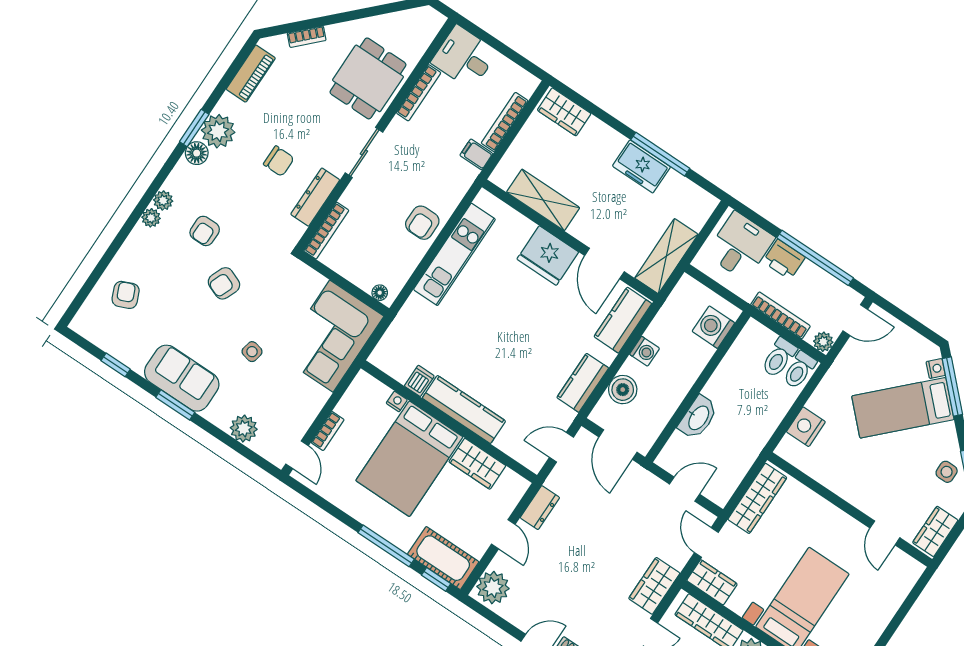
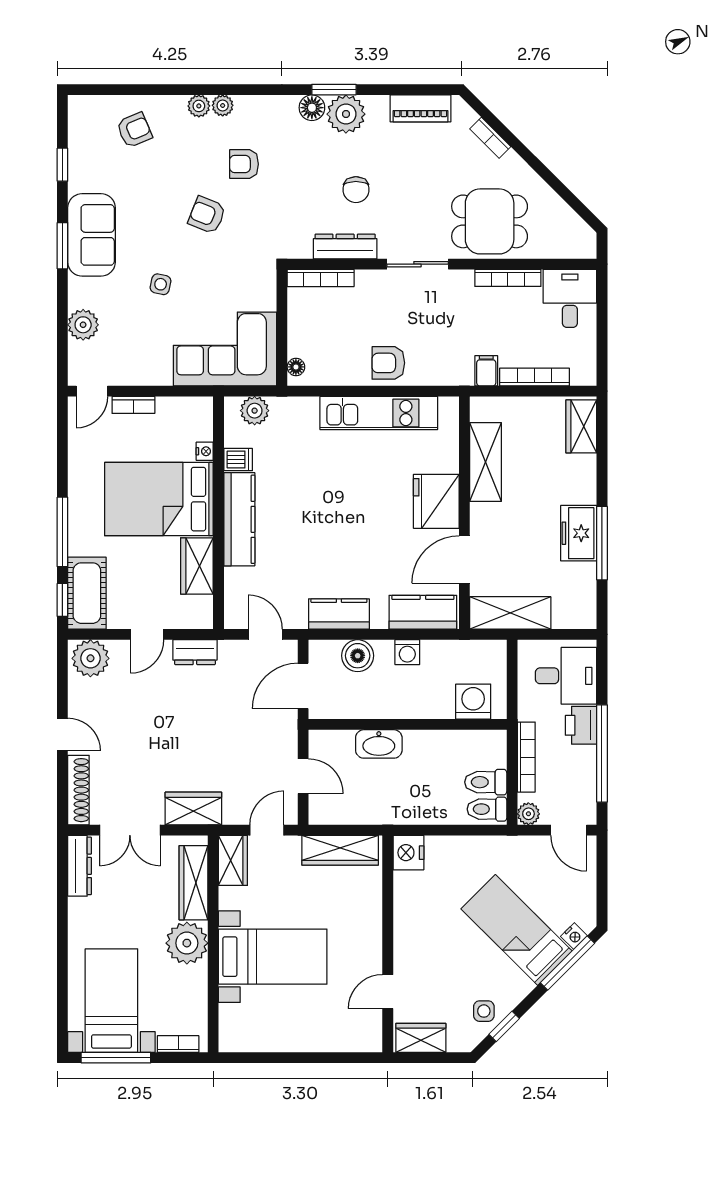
plant: (163, 201) -> (199, 106), moved
plant: (391, 345) -> (255, 411), added
nightstand: (806, 427) -> (408, 853), moved, turned -90

